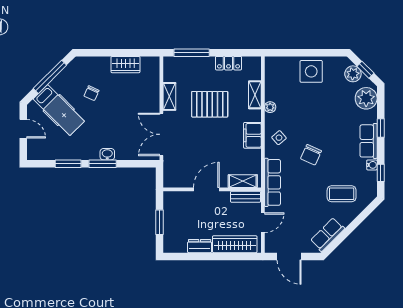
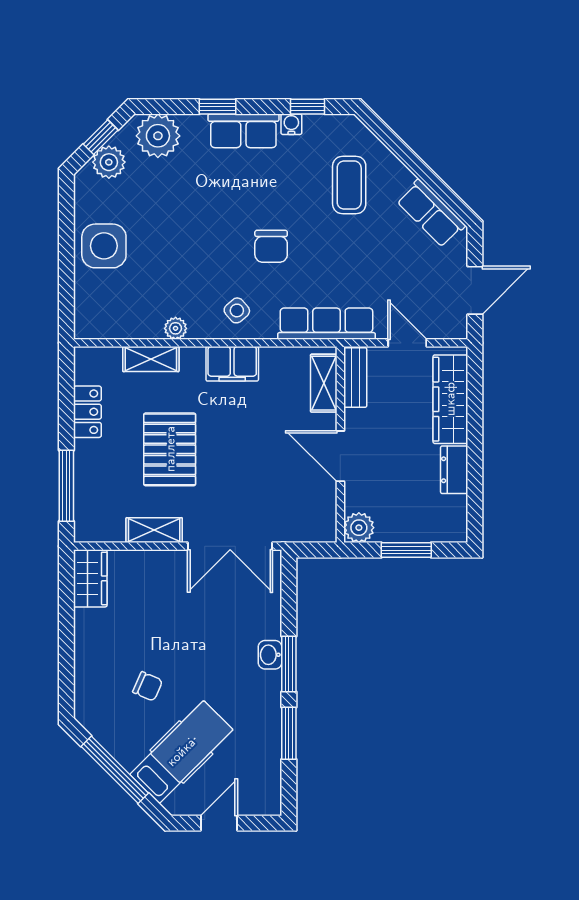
wardrobe: (125, 65) -> (90, 578), moved
chair: (311, 155) -> (271, 246), turned 66
plant: (171, 199) -> (359, 528), added

